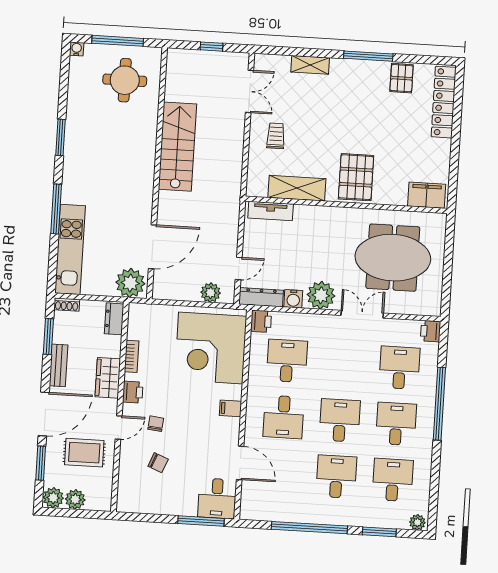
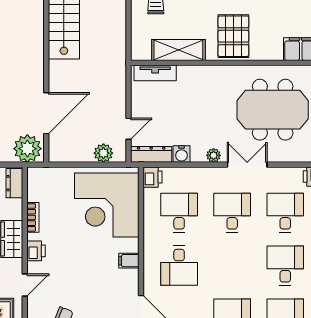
plant: (321, 295) -> (214, 155), width x0.53, depth x0.53
desk: (340, 420) -> (232, 213), moved
chair: (156, 424) -> (59, 279), removed

